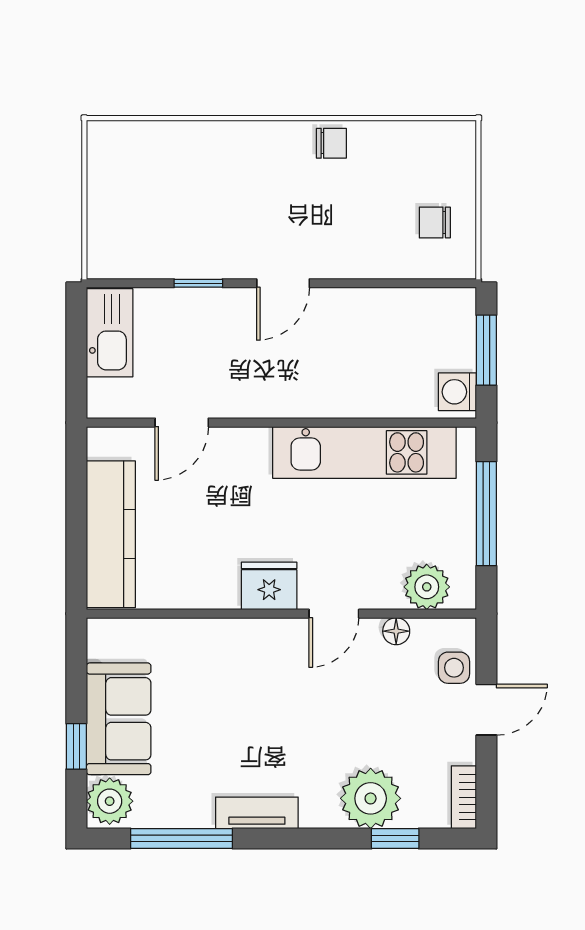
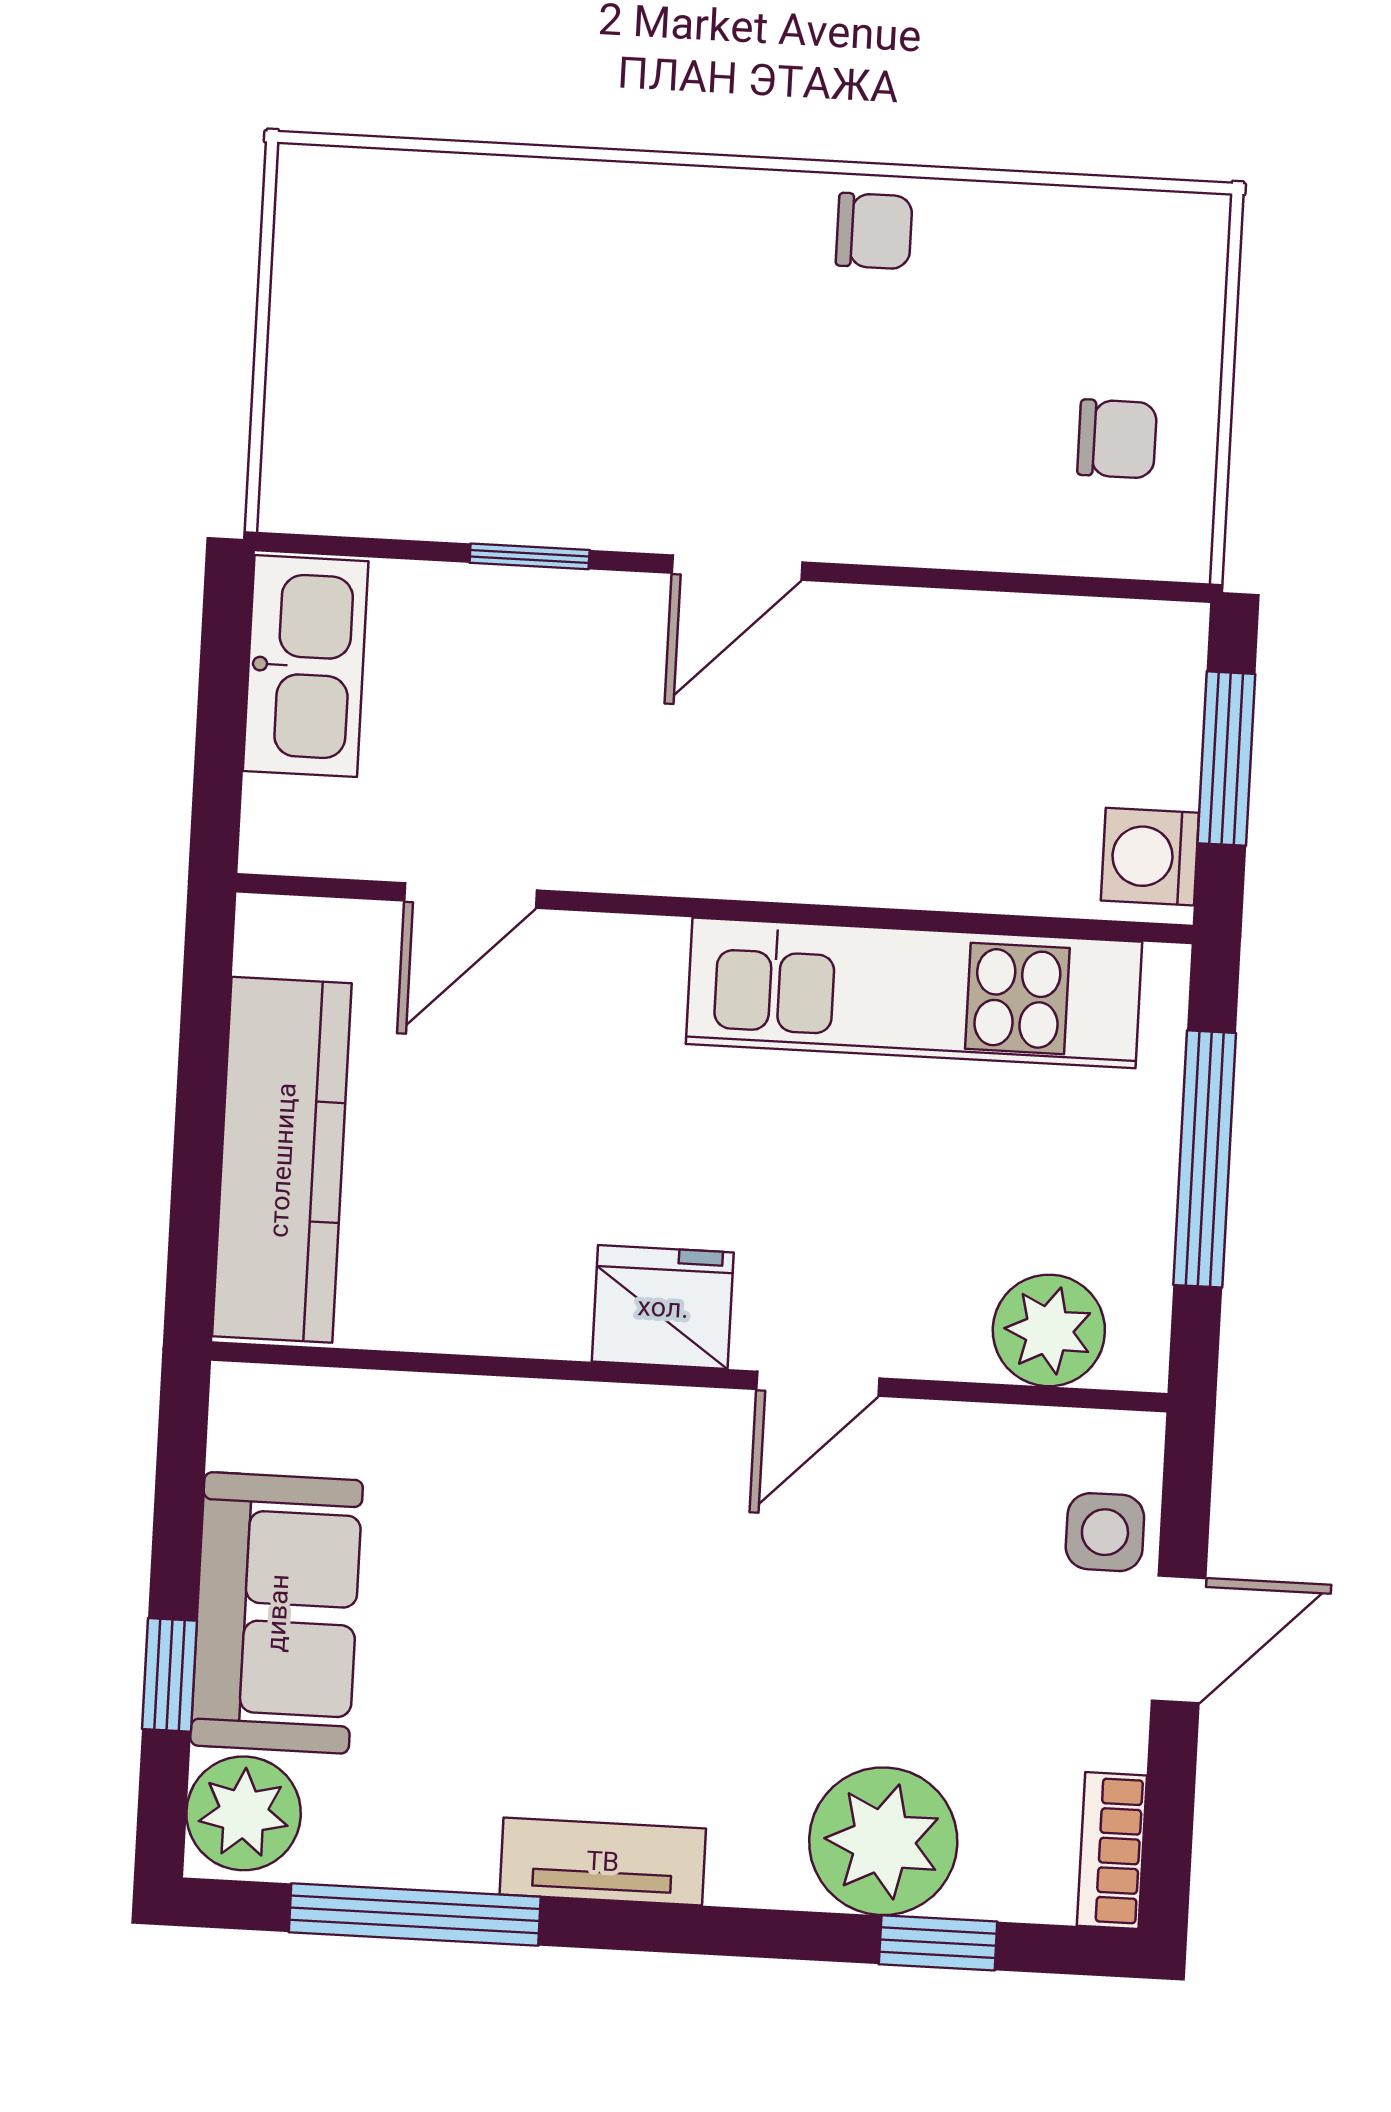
chair: (435, 222) -> (1117, 439), turned 180
floor lamp: (396, 631) -> (968, 1435), removed

